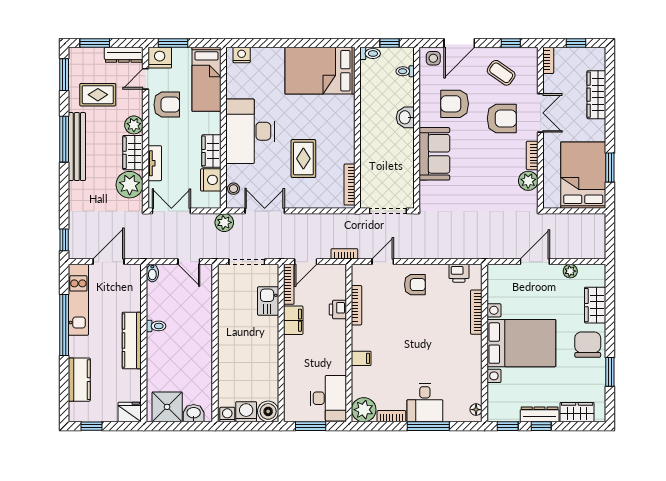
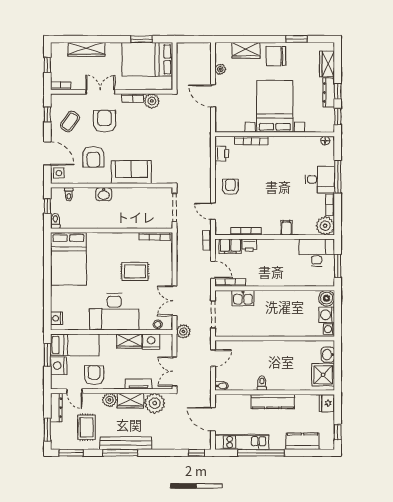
window: (173, 43) -> (47, 355), moved
nightstand: (160, 58) -> (59, 366), moved
filing cabinet: (293, 320) -> (230, 246), moved, turned 180

